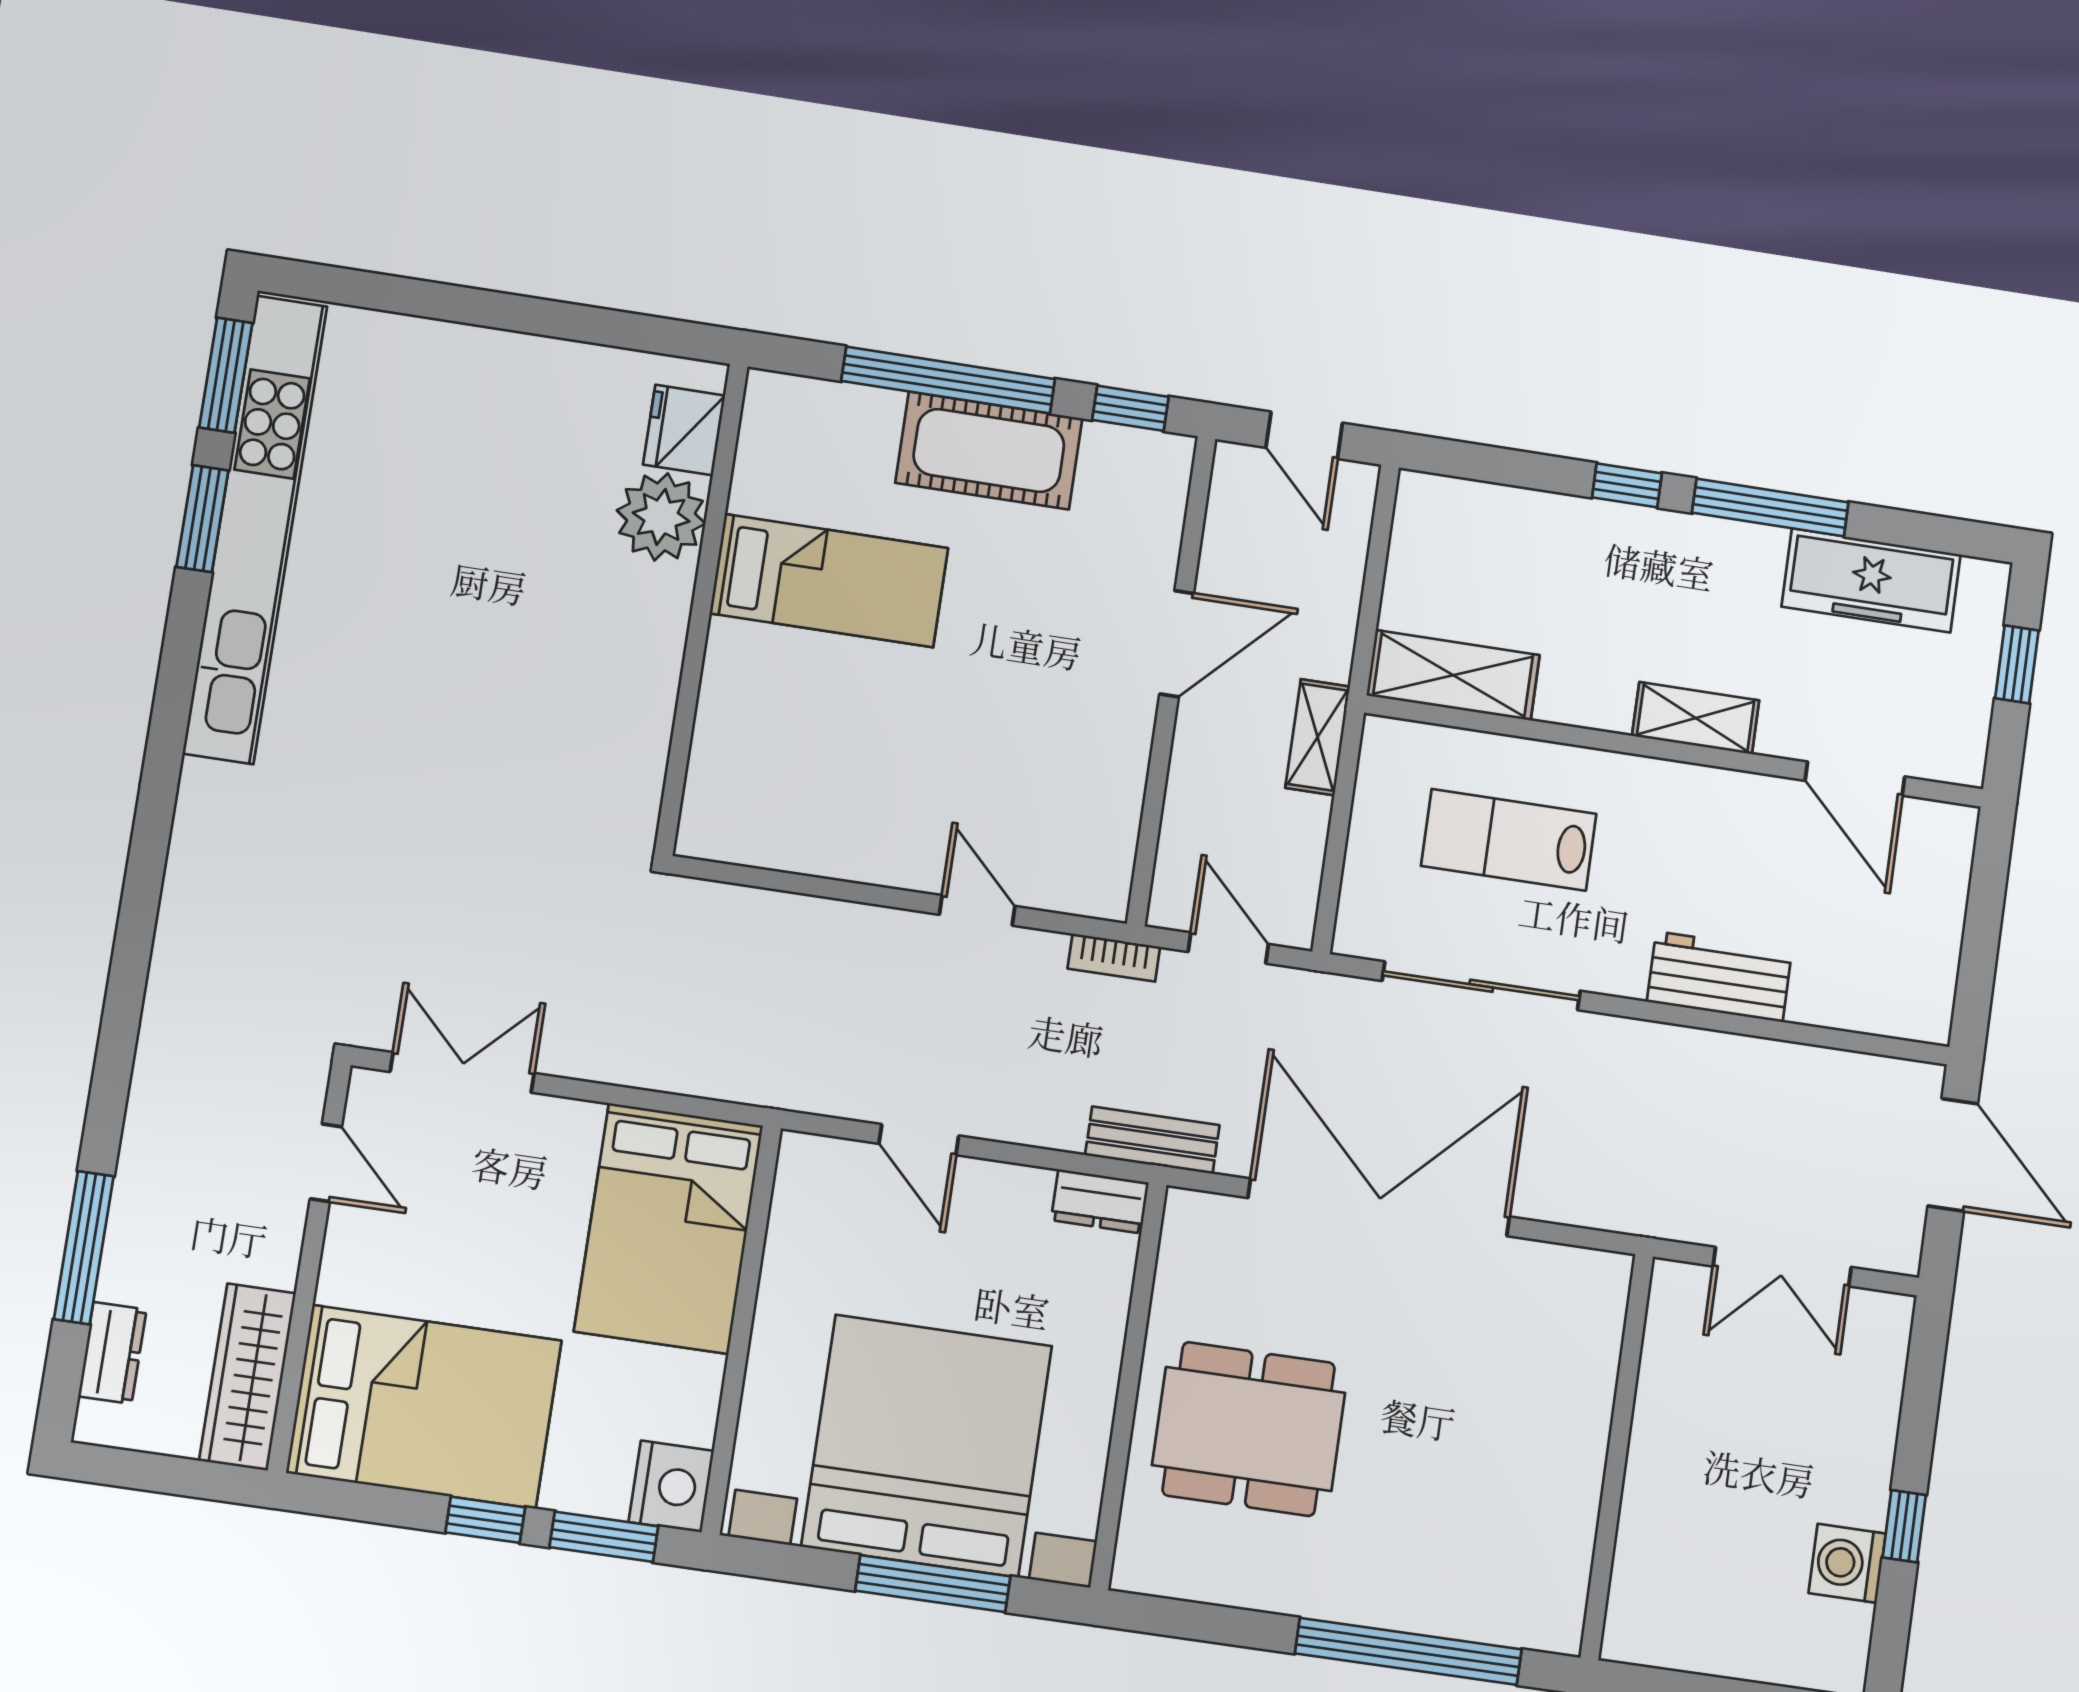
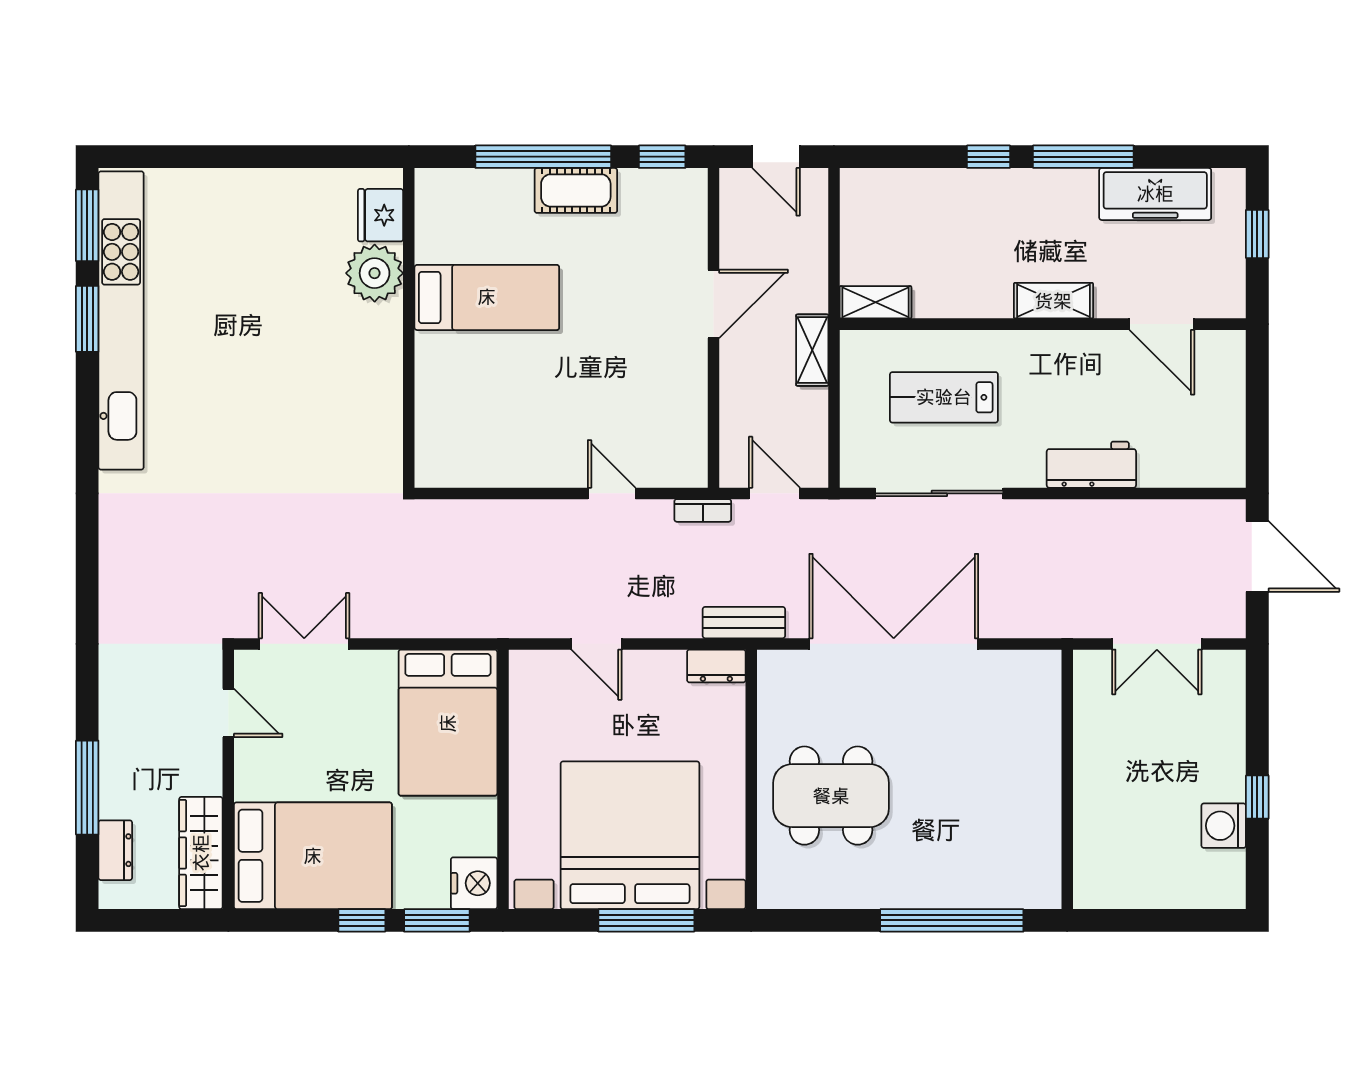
cot: (989, 450) -> (576, 190), width x0.73, depth x0.75
shelving: (1453, 675) -> (876, 302), width x0.67, depth x0.75

